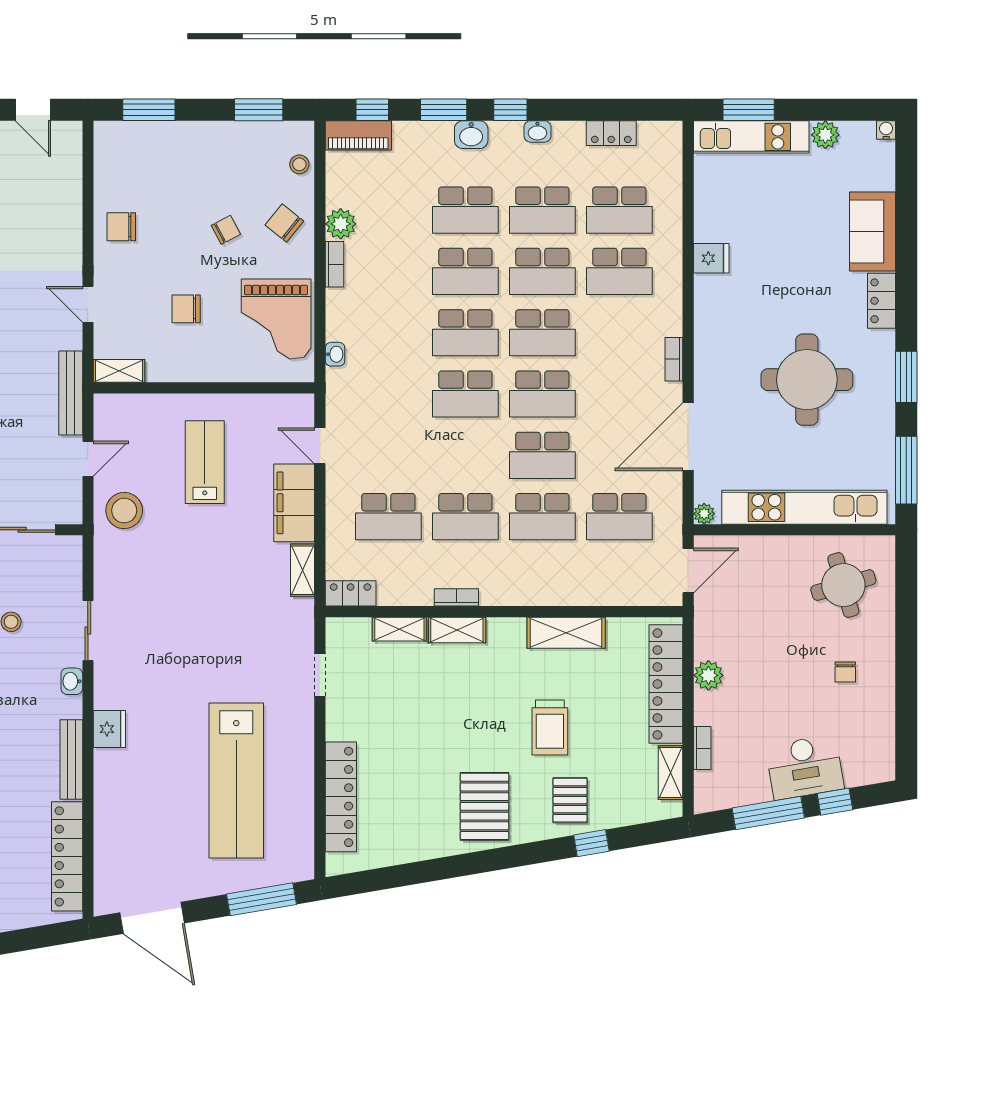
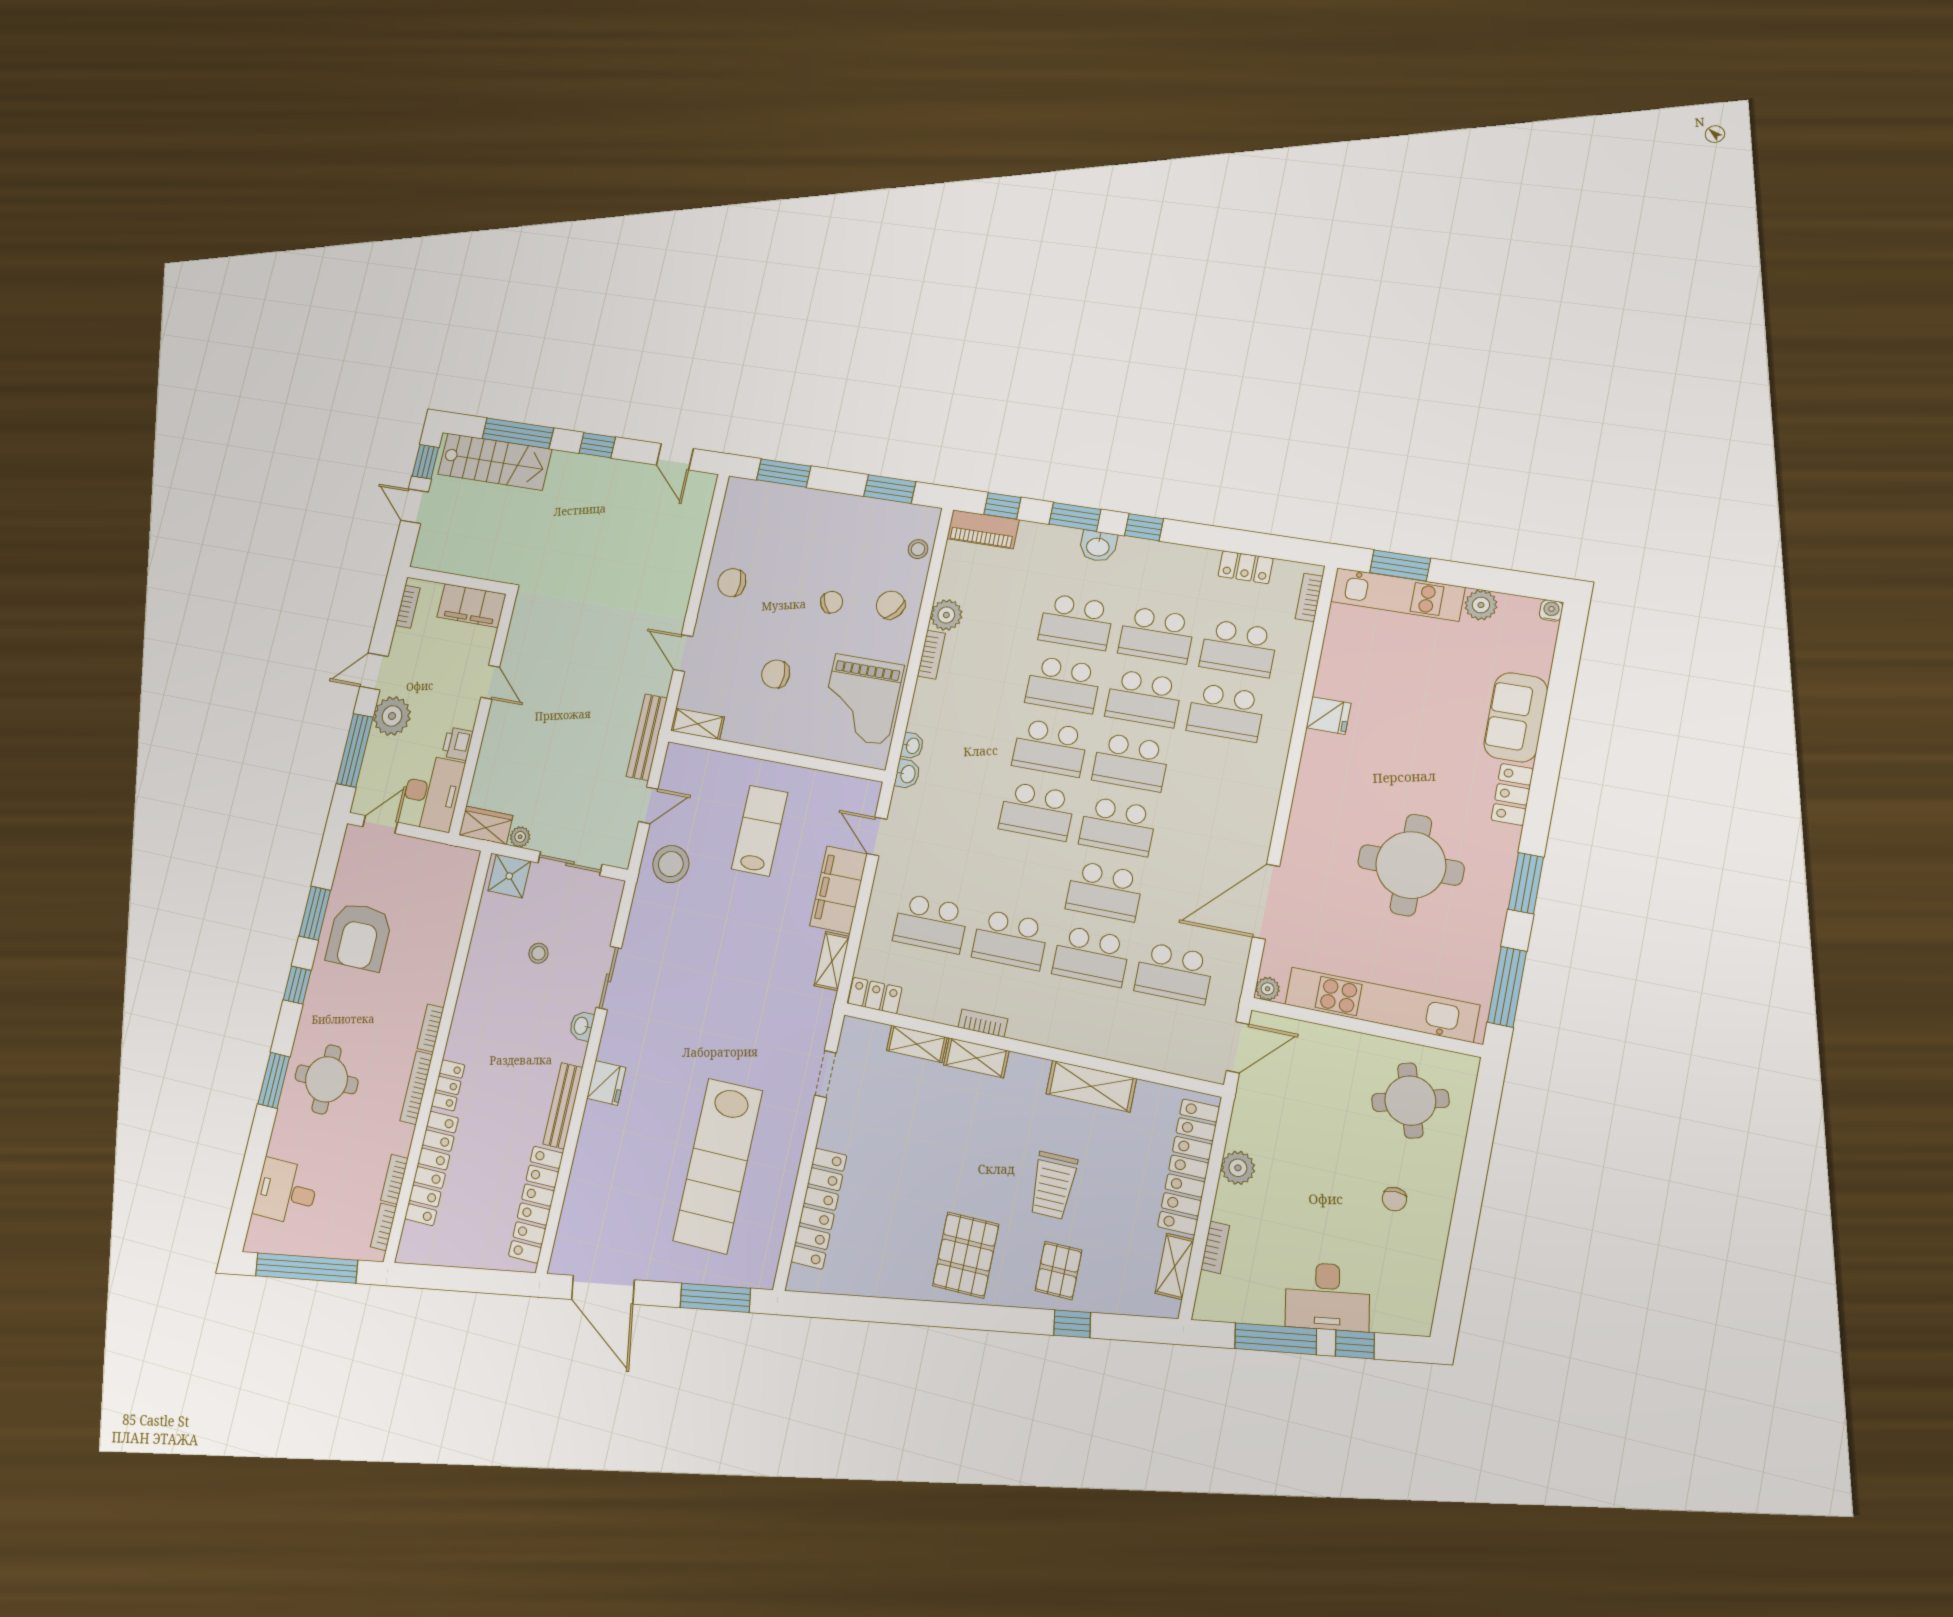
washbasin: (537, 131) -> (907, 774), moved, turned -90
bookcase: (674, 359) -> (1309, 597), moved

